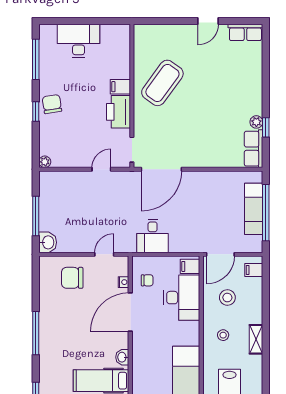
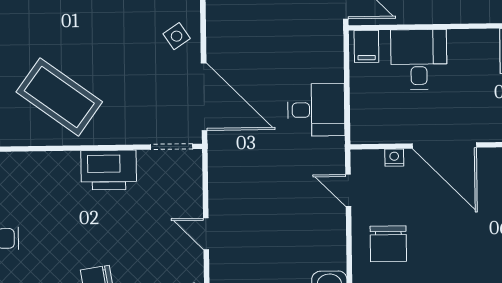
filing cabinet: (120, 87) -> (67, 167), removed
side table: (198, 153) -> (177, 36), added
door: (101, 169) -> (206, 234), moved
chair: (147, 280) -> (391, 118), removed
desk: (182, 298) -> (419, 59), width x0.73

